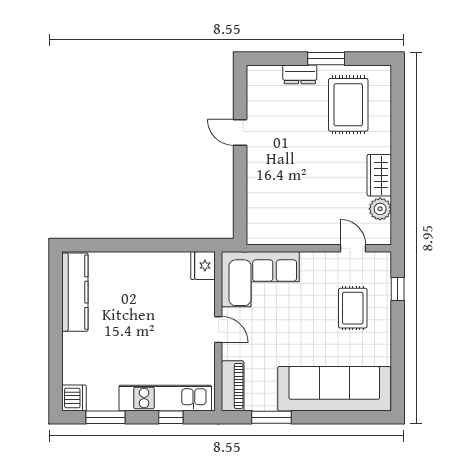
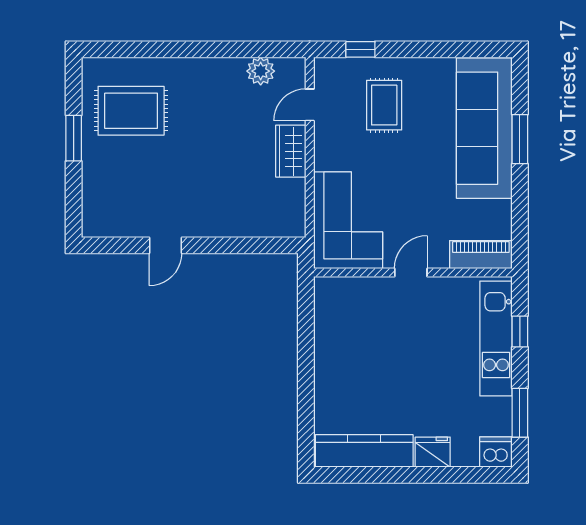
dresser: (300, 74) -> (93, 171), removed
wardrobe: (379, 175) -> (291, 151), moved, turned 90
fridge: (203, 266) -> (433, 452), moved, turned 180
rug: (353, 308) -> (384, 105), turned 90
window: (272, 417) -> (520, 139), moved

